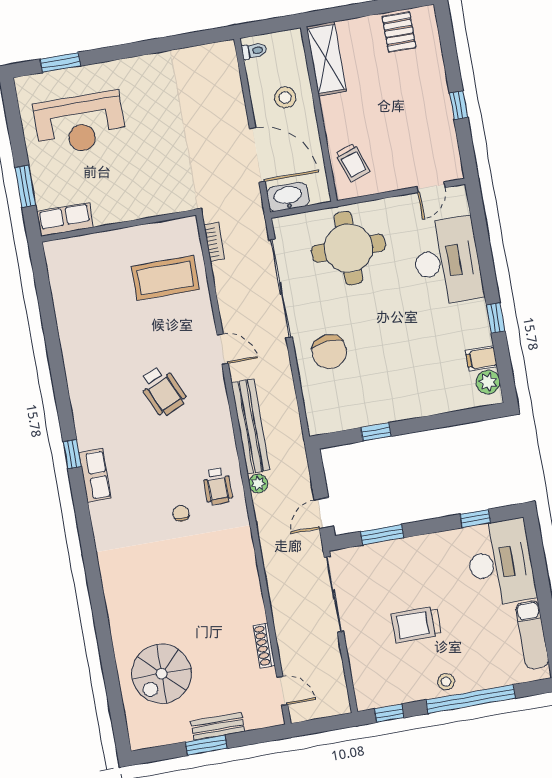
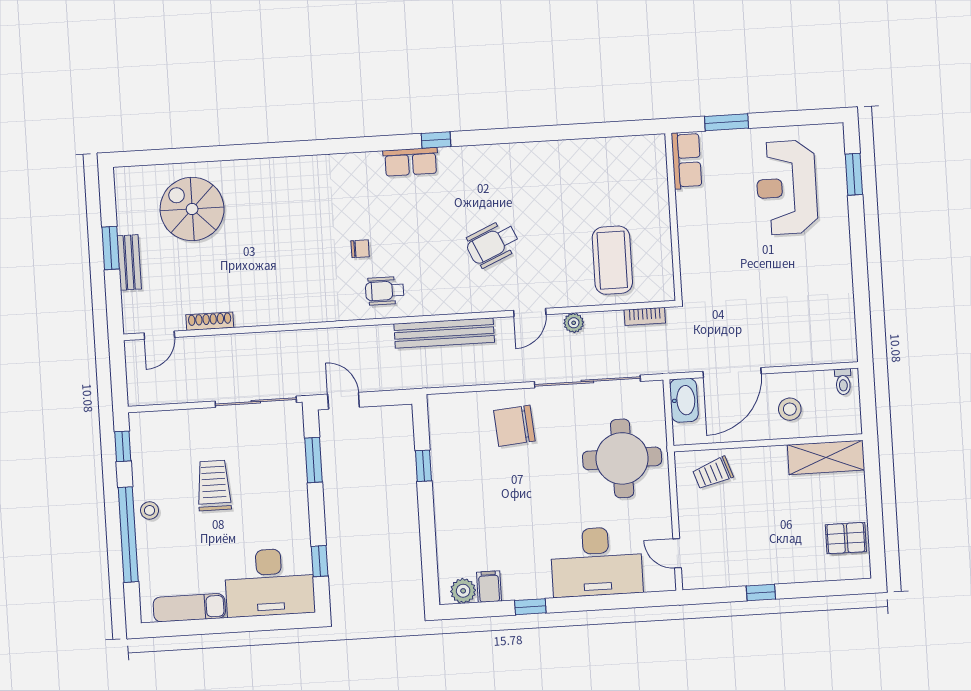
plant: (258, 483) -> (574, 323), moved

